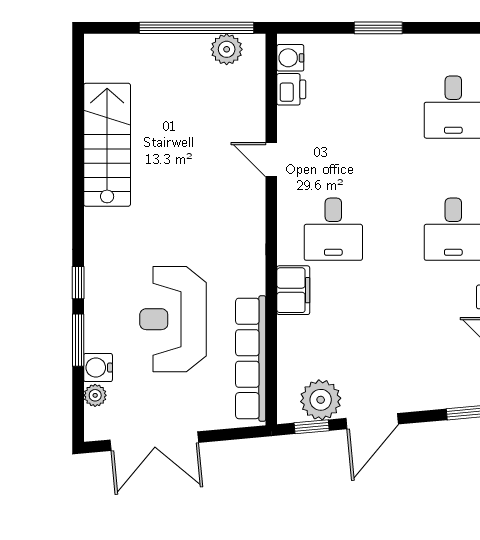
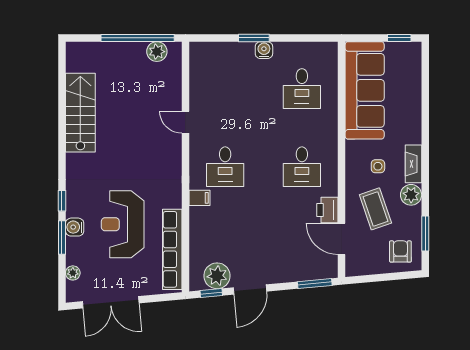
water cooler: (290, 58) -> (264, 50), moved, turned 90
printer: (291, 89) -> (198, 77), removed
filing cabinet: (293, 290) -> (199, 198), width x0.50
water cooler: (98, 368) -> (75, 227), moved

